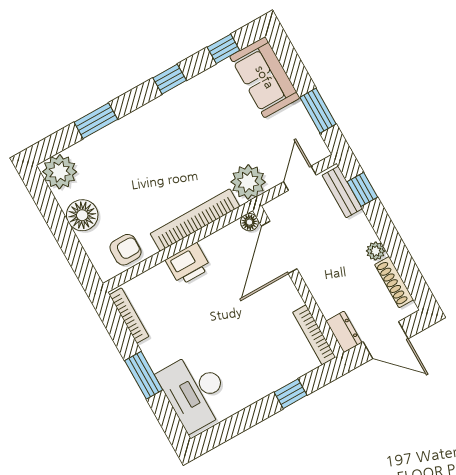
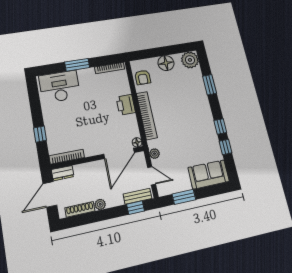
window: (223, 49) -> (225, 147), moved
plant: (248, 182) -> (155, 154), width x0.53, depth x0.53
door: (279, 247) -> (119, 153), swing flipped

